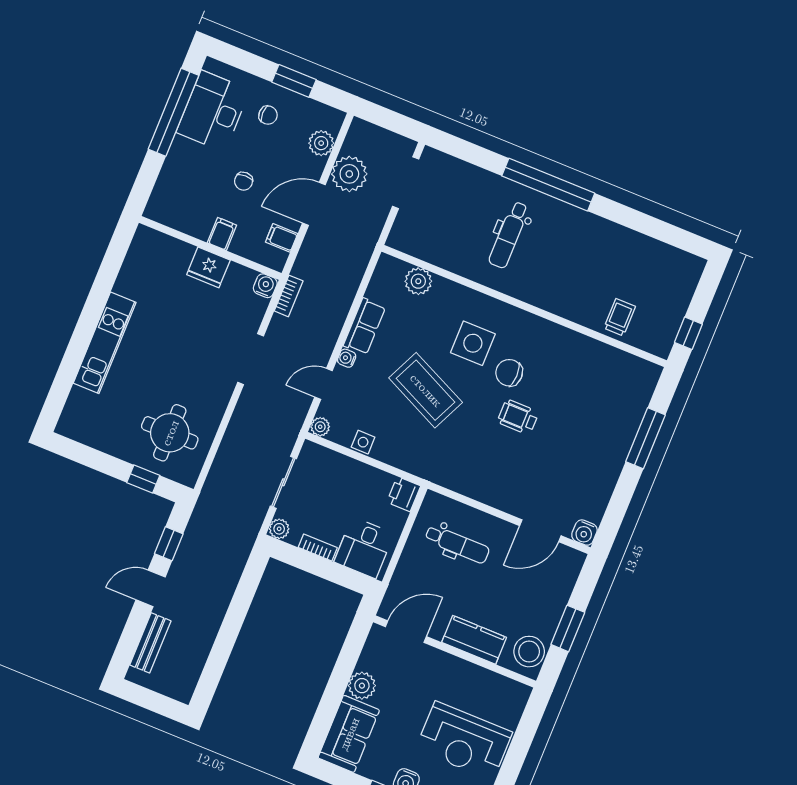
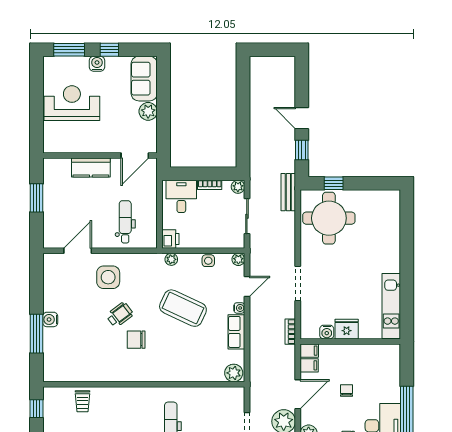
filing cabinet: (222, 234) -> (309, 351), moved, turned -90
plant: (418, 281) -> (234, 373), moved
water cooler: (265, 286) -> (327, 332), moved
kitchen unit: (105, 343) -> (391, 306), moved
side table: (473, 343) -> (108, 277), moved
chair: (509, 373) -> (136, 340), turned 180
wheelchair: (518, 417) -> (120, 315), turned -37
round table: (170, 433) -> (329, 218), width x1.36, depth x1.36
plant: (414, 465) -> (171, 259), added
water cooler: (584, 533) -> (50, 319), moved, turned -90
dental chair: (457, 544) -> (125, 222), turned 90
door: (151, 588) -> (302, 118), swing flipped
bench: (150, 643) -> (288, 192), moved
stool: (529, 652) -> (54, 174), removed

